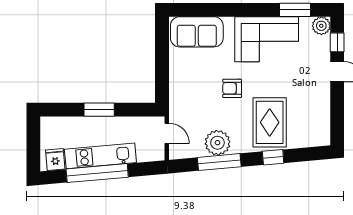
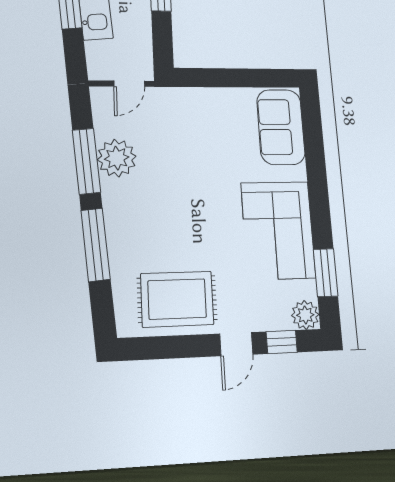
armchair: (232, 88) -> (201, 179), removed
rug: (270, 122) -> (177, 299), moved
window: (273, 157) -> (96, 245), width x2.17

